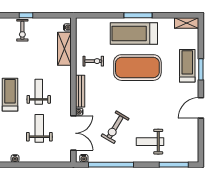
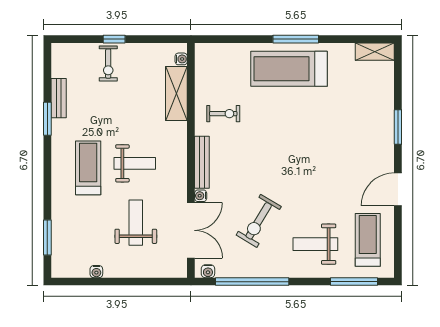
treadmill: (187, 66) -> (368, 240), moved
exercise mat: (137, 68) -> (295, 124), removed
weight bench: (39, 92) -> (135, 163), turned 90

